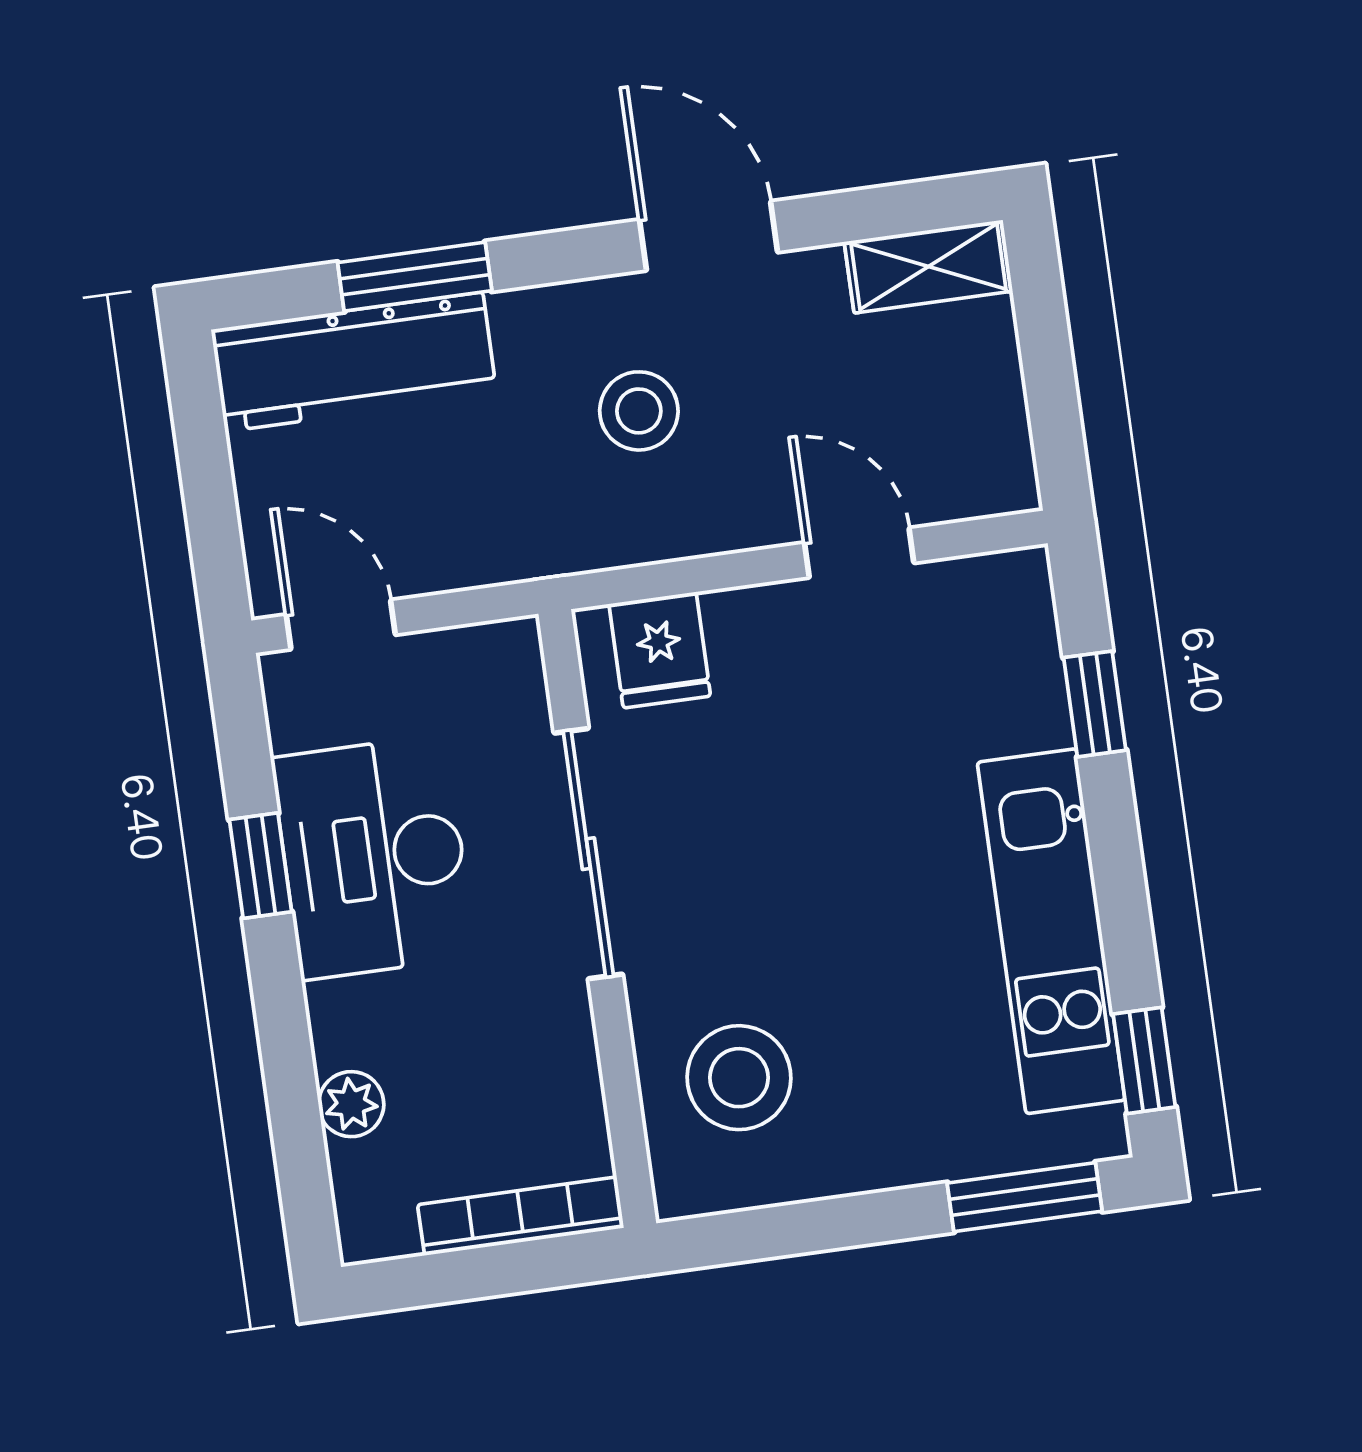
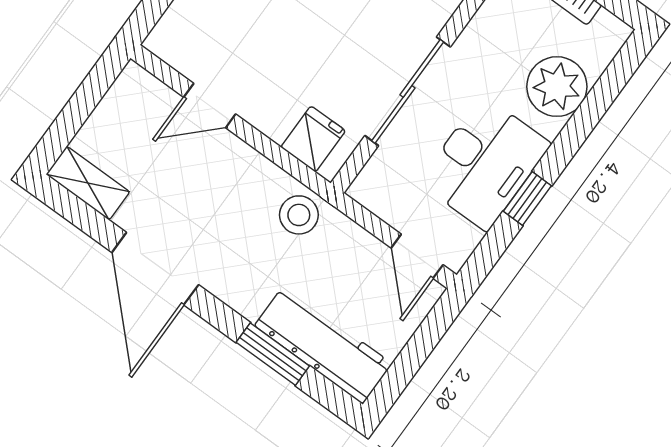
door: (709, 236) -> (155, 269), width x1.36
stool: (639, 411) -> (299, 215), moved
door: (859, 553) -> (210, 106), hinge flipped
plant: (351, 1104) -> (557, 87), width x1.88, depth x1.88

